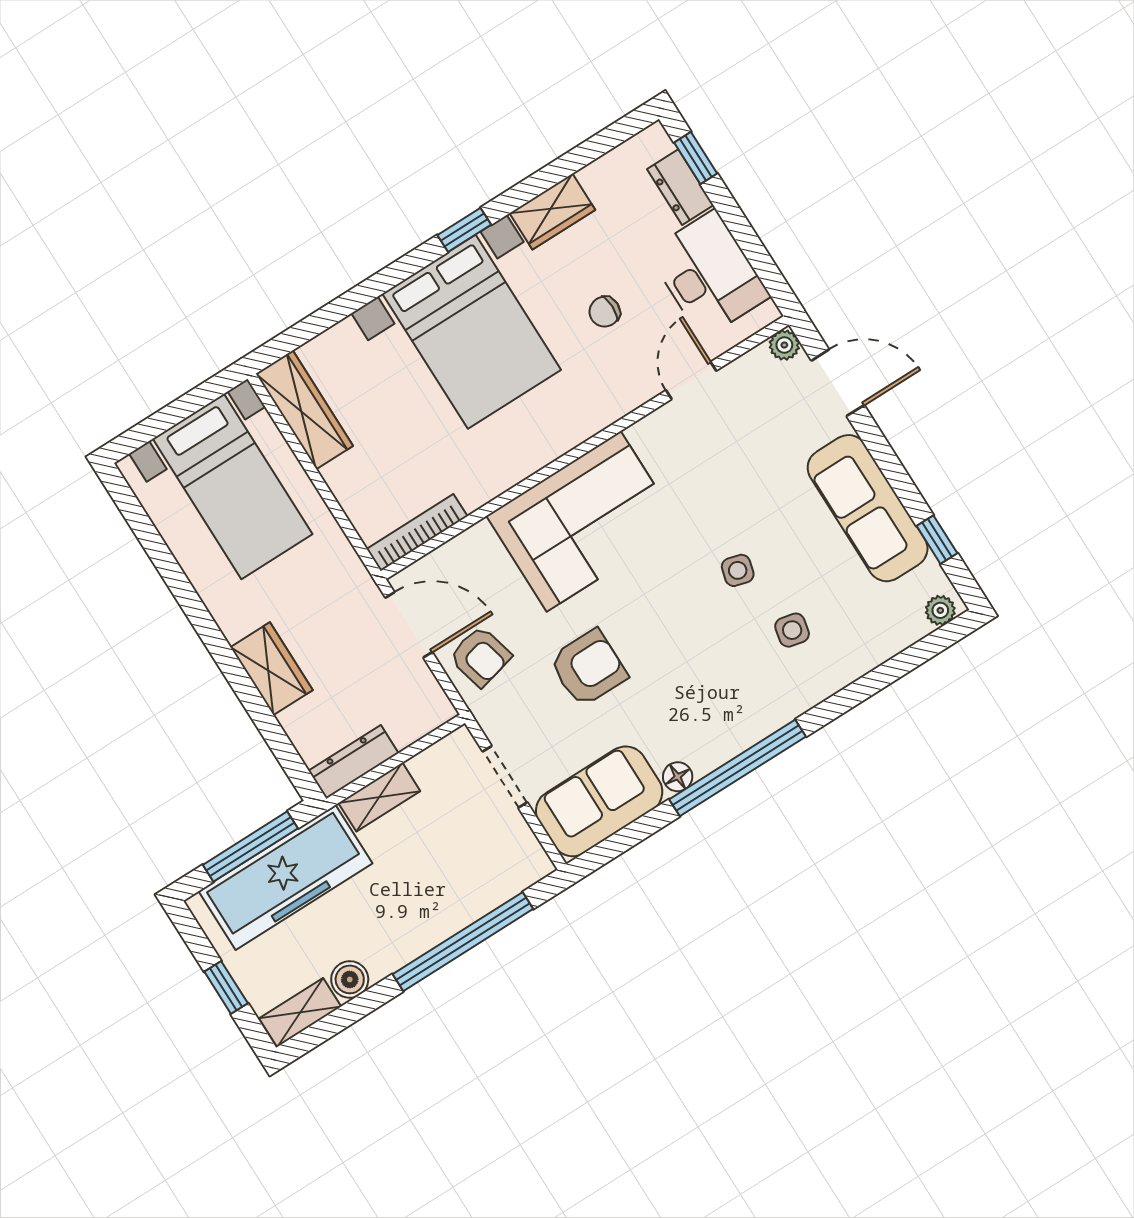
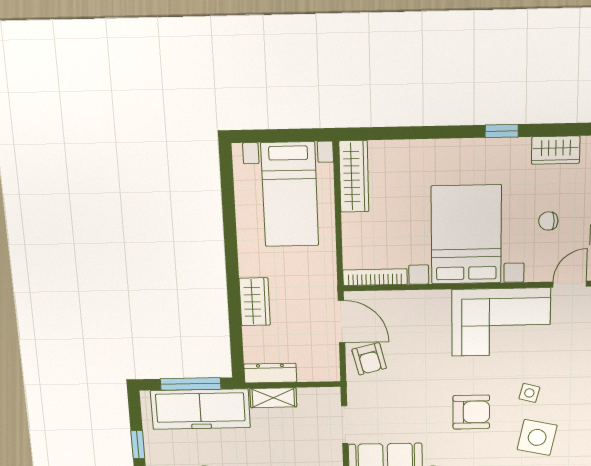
bed with nightstands: (472, 332) -> (466, 235), moved, turned 180
corner sofa: (584, 521) -> (501, 322), moved
side table: (792, 630) -> (537, 437), width x1.87, depth x1.87
armchair: (588, 668) -> (471, 412), moved

